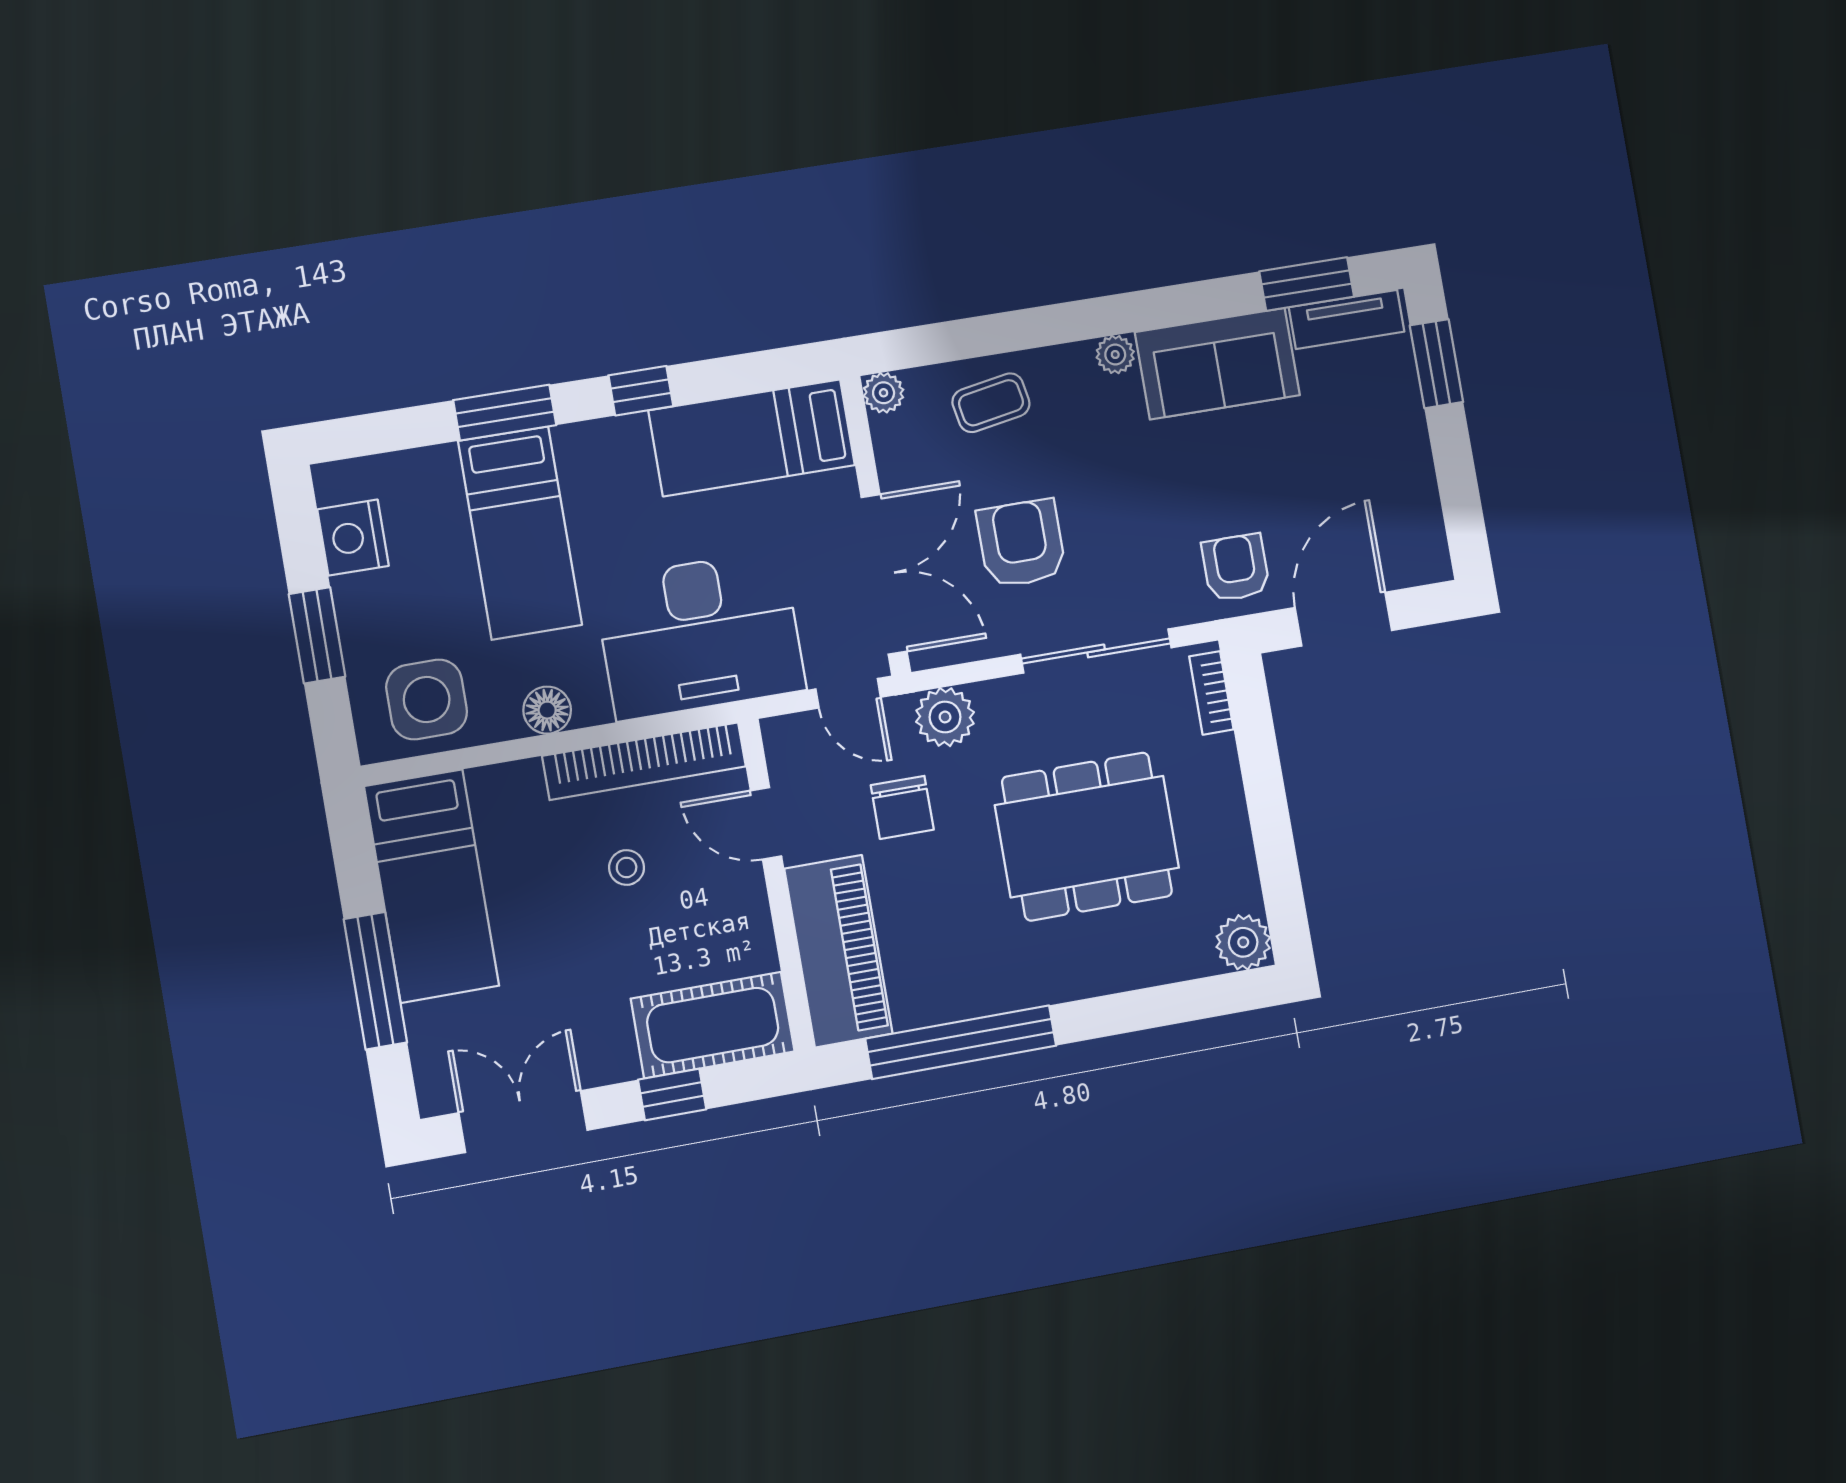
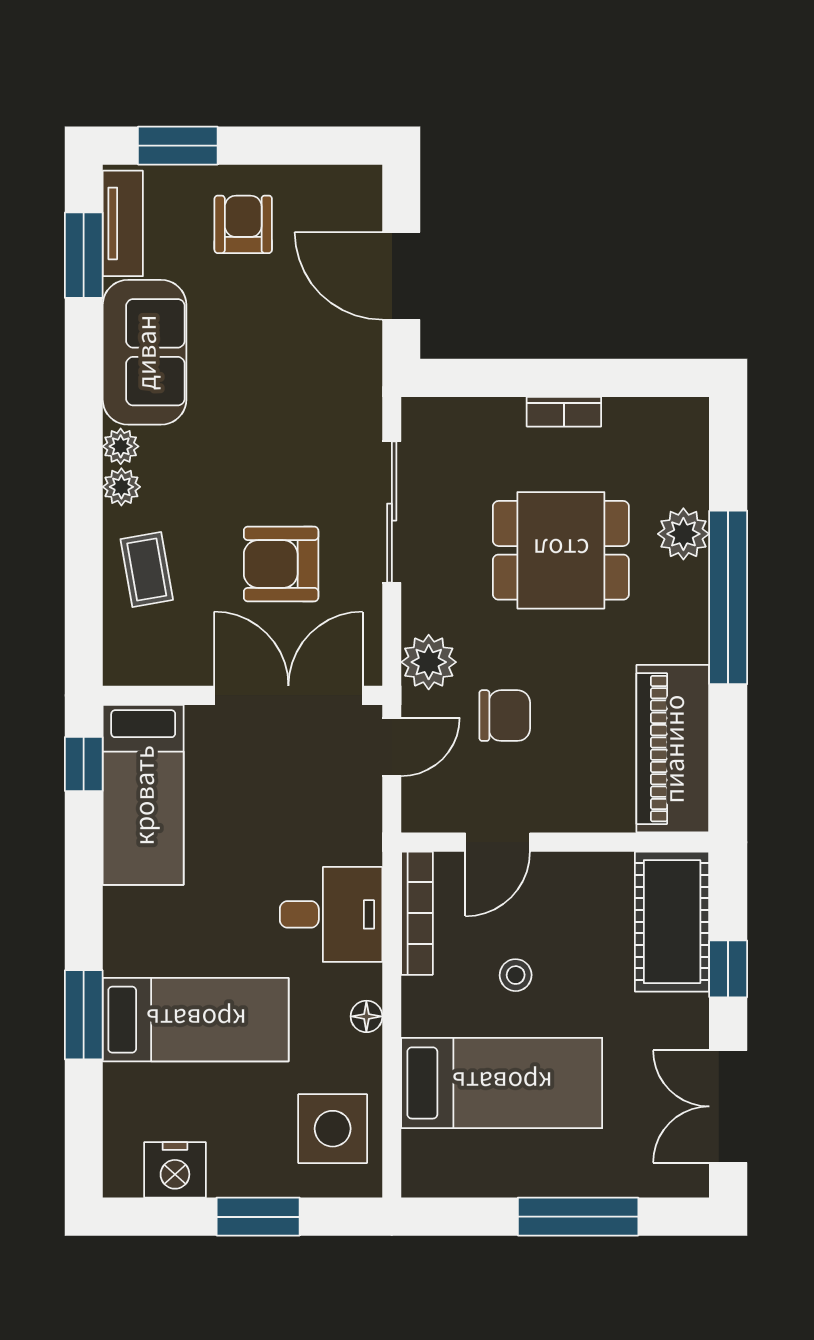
window: (641, 391) -> (84, 764), moved
plant: (884, 393) -> (121, 487), moved
armchair: (1236, 568) -> (243, 224), moved, turned 90
desk: (700, 635) -> (331, 914), width x0.53, depth x0.77
bookcase: (1211, 693) -> (564, 412), moved
floor lamp: (547, 710) -> (366, 1016), width x0.73, depth x0.73
bookcase: (644, 761) -> (417, 913), width x0.68, depth x0.76
dining table: (1087, 837) -> (561, 550), width x0.73
bed: (432, 886) -> (502, 1083), moved
plant: (1243, 942) -> (683, 534), moved
piano: (838, 951) -> (673, 749), moved, turned -90
window: (961, 1042) -> (728, 597), moved

